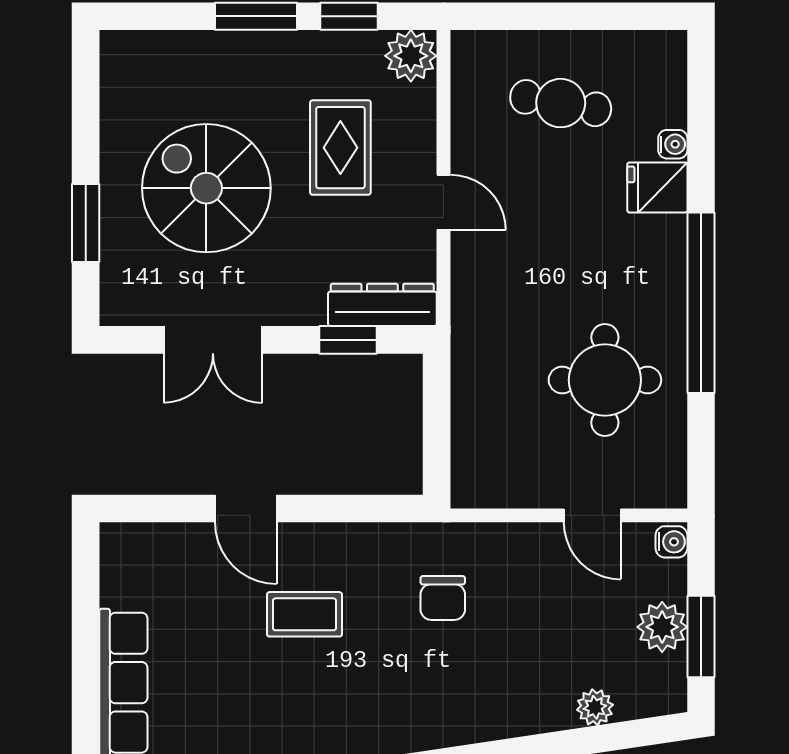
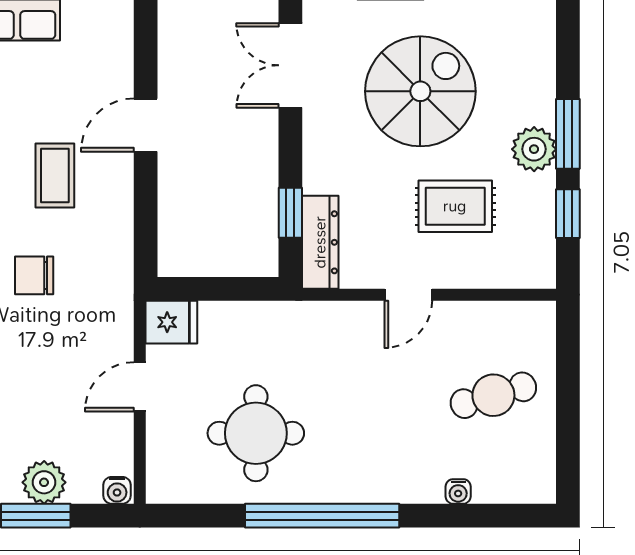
plant: (411, 56) -> (534, 149), moved
cafe table: (561, 103) -> (493, 395), turned 64
fridge: (657, 187) -> (171, 322), moved, turned 90
double door: (213, 340) -> (290, 65), moved
door: (592, 515) -> (140, 387), moved
chair: (443, 598) -> (34, 275), moved

